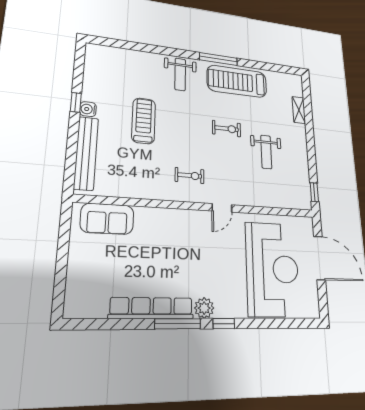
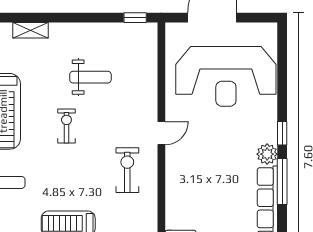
exercise bike: (190, 176) -> (127, 170), width x1.38, depth x1.39
door: (222, 208) -> (161, 133), hinge flipped
reception desk: (272, 269) -> (226, 76), turned 180

